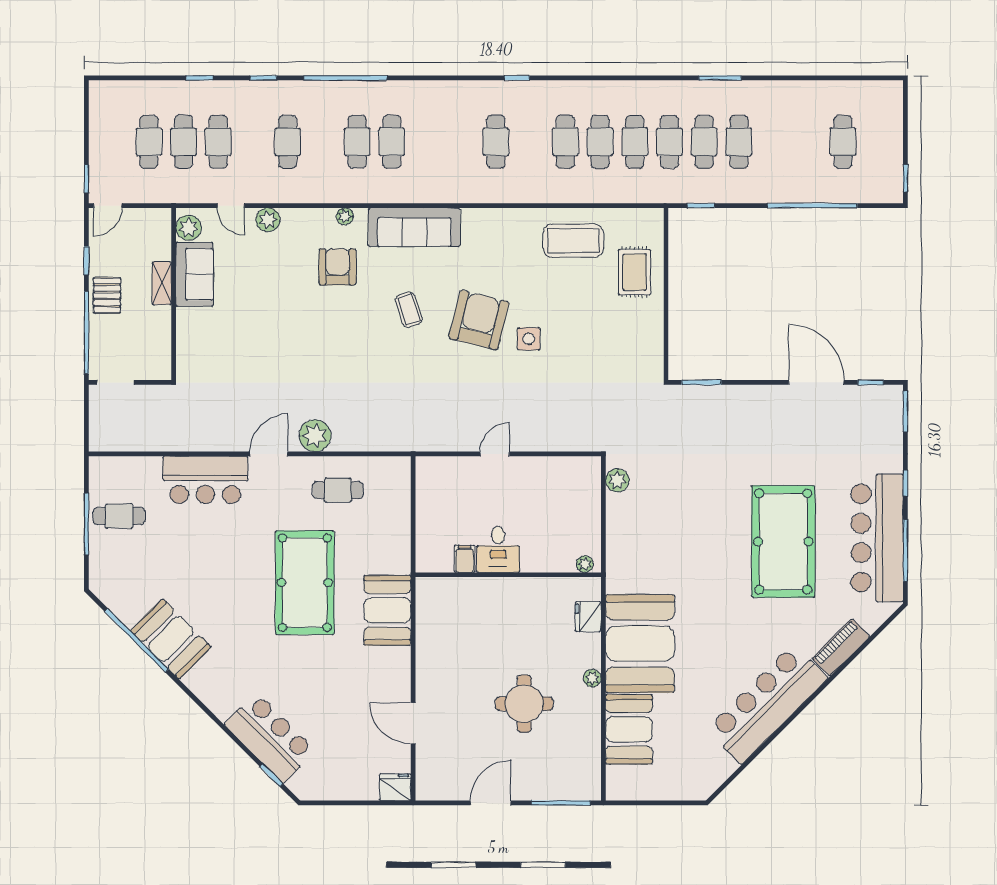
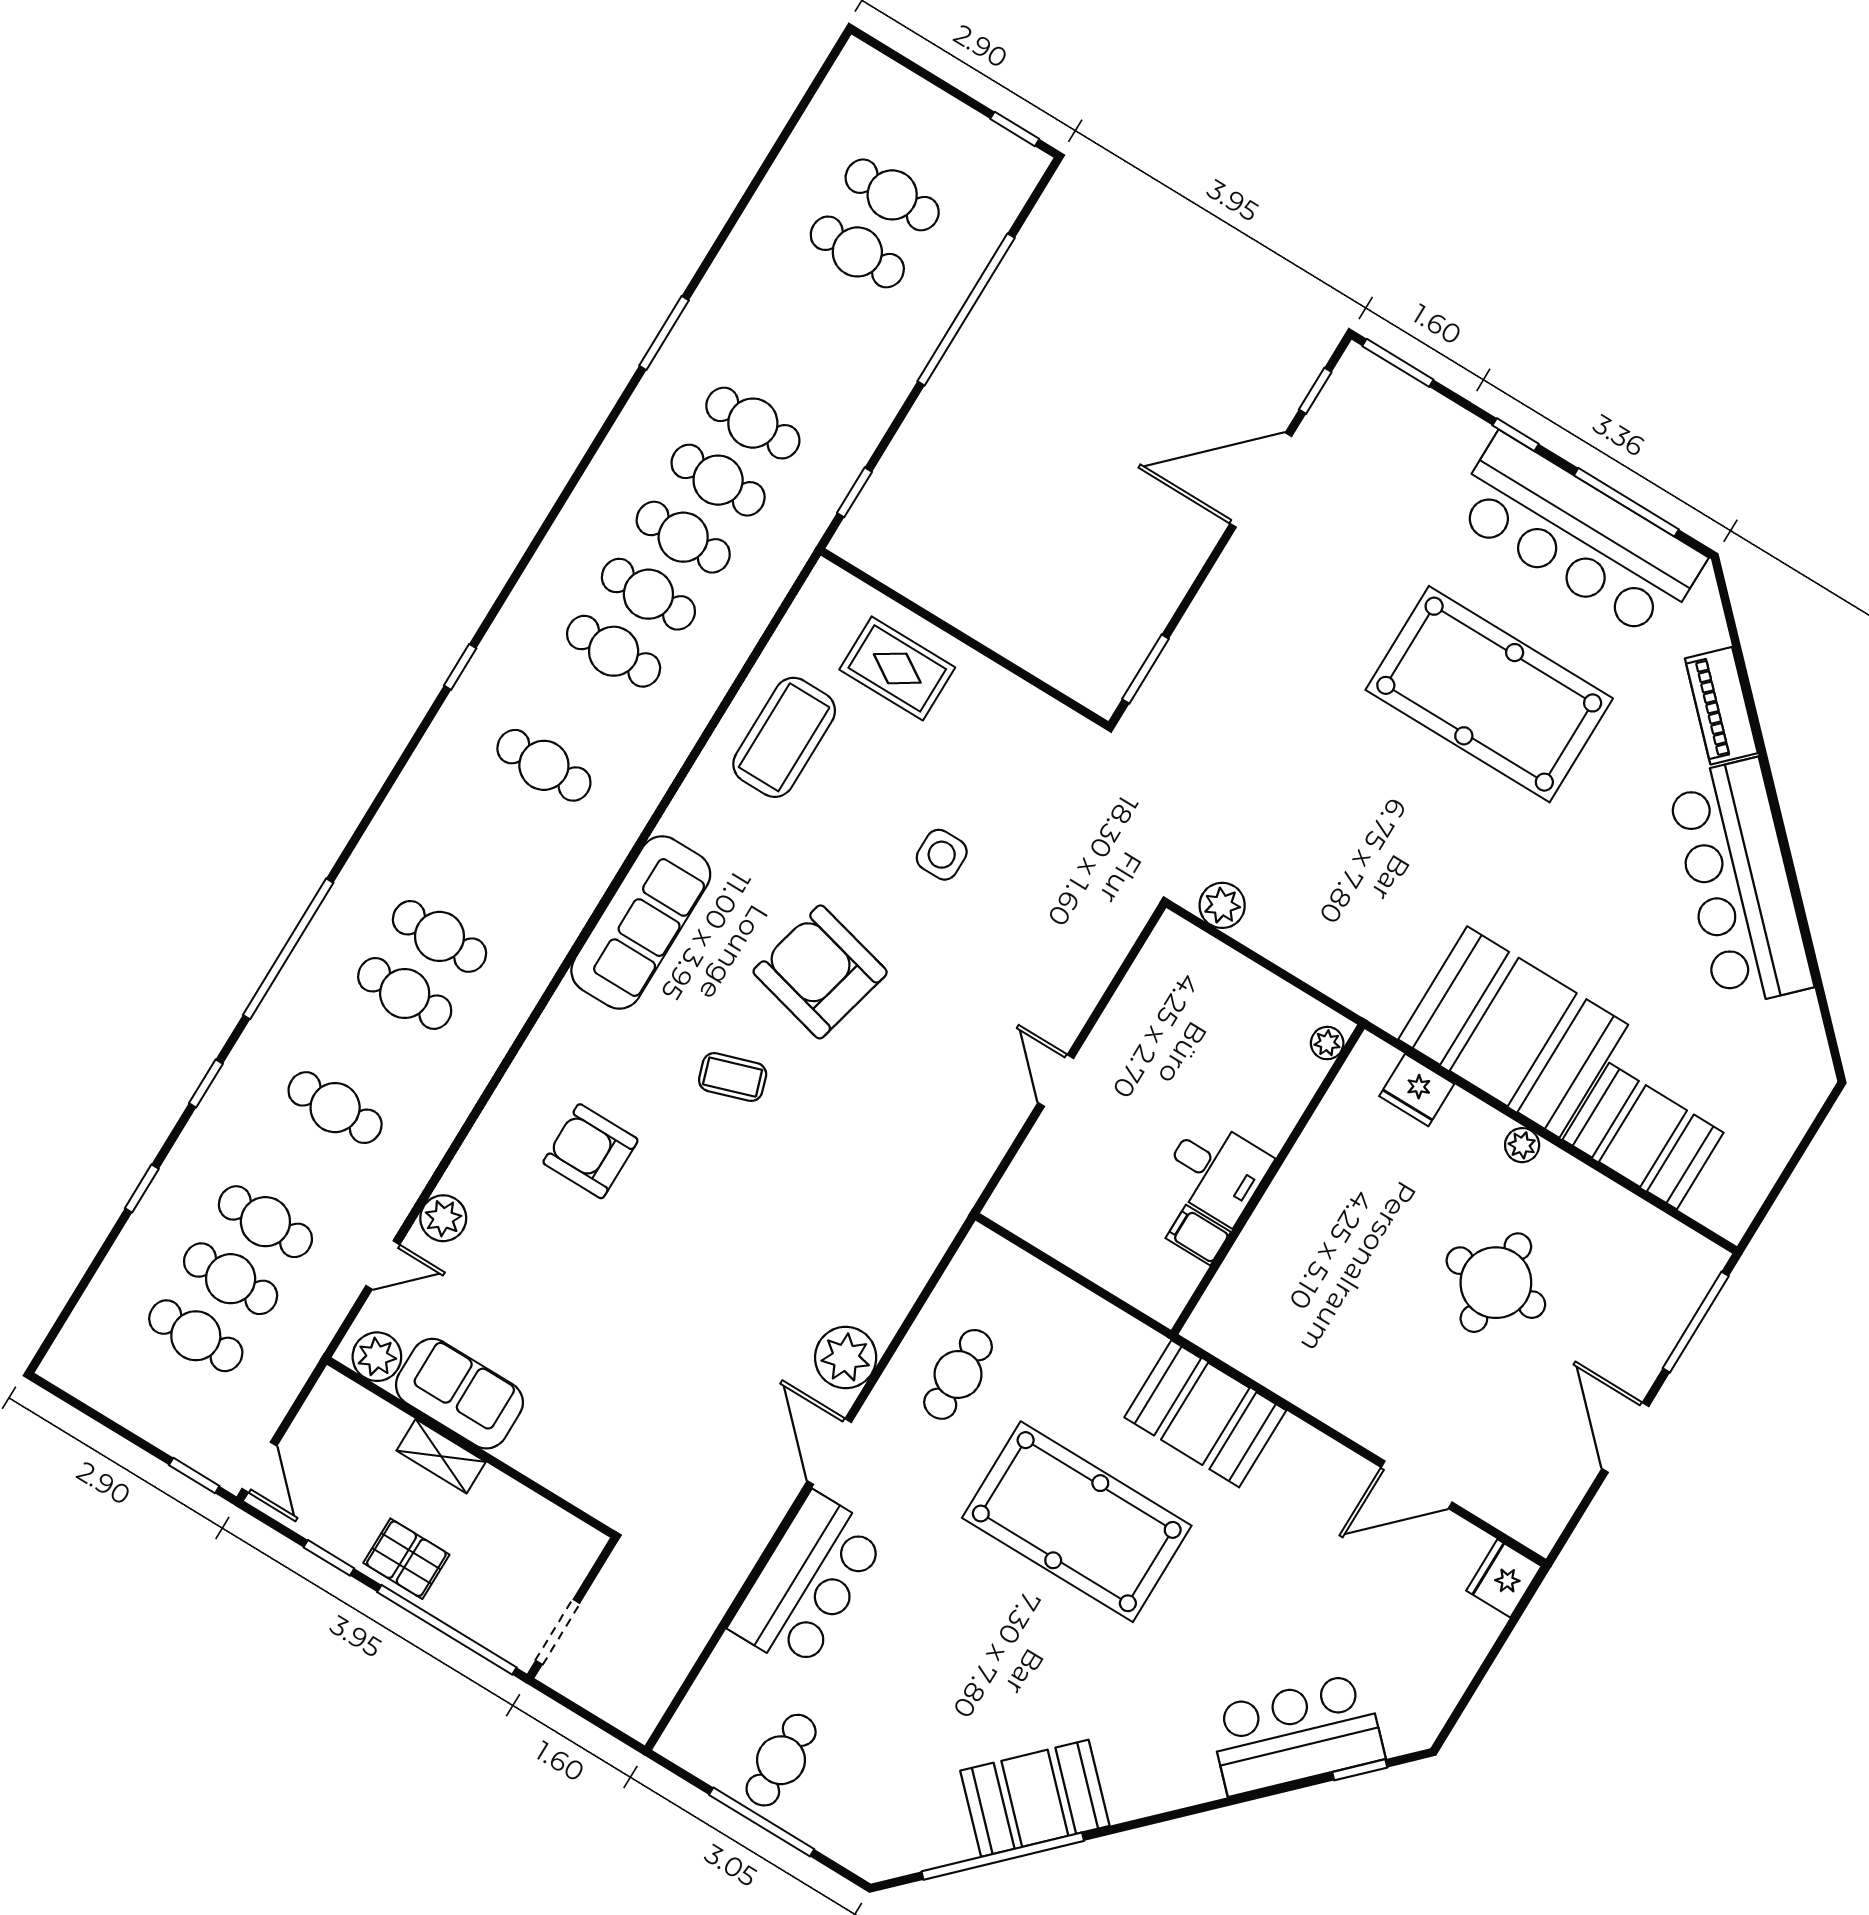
cafe table: (739, 142) -> (857, 252), moved
plant: (345, 216) -> (515, 1088), removed
sofa: (414, 227) -> (641, 922), moved
side table: (529, 339) -> (942, 855), moved

